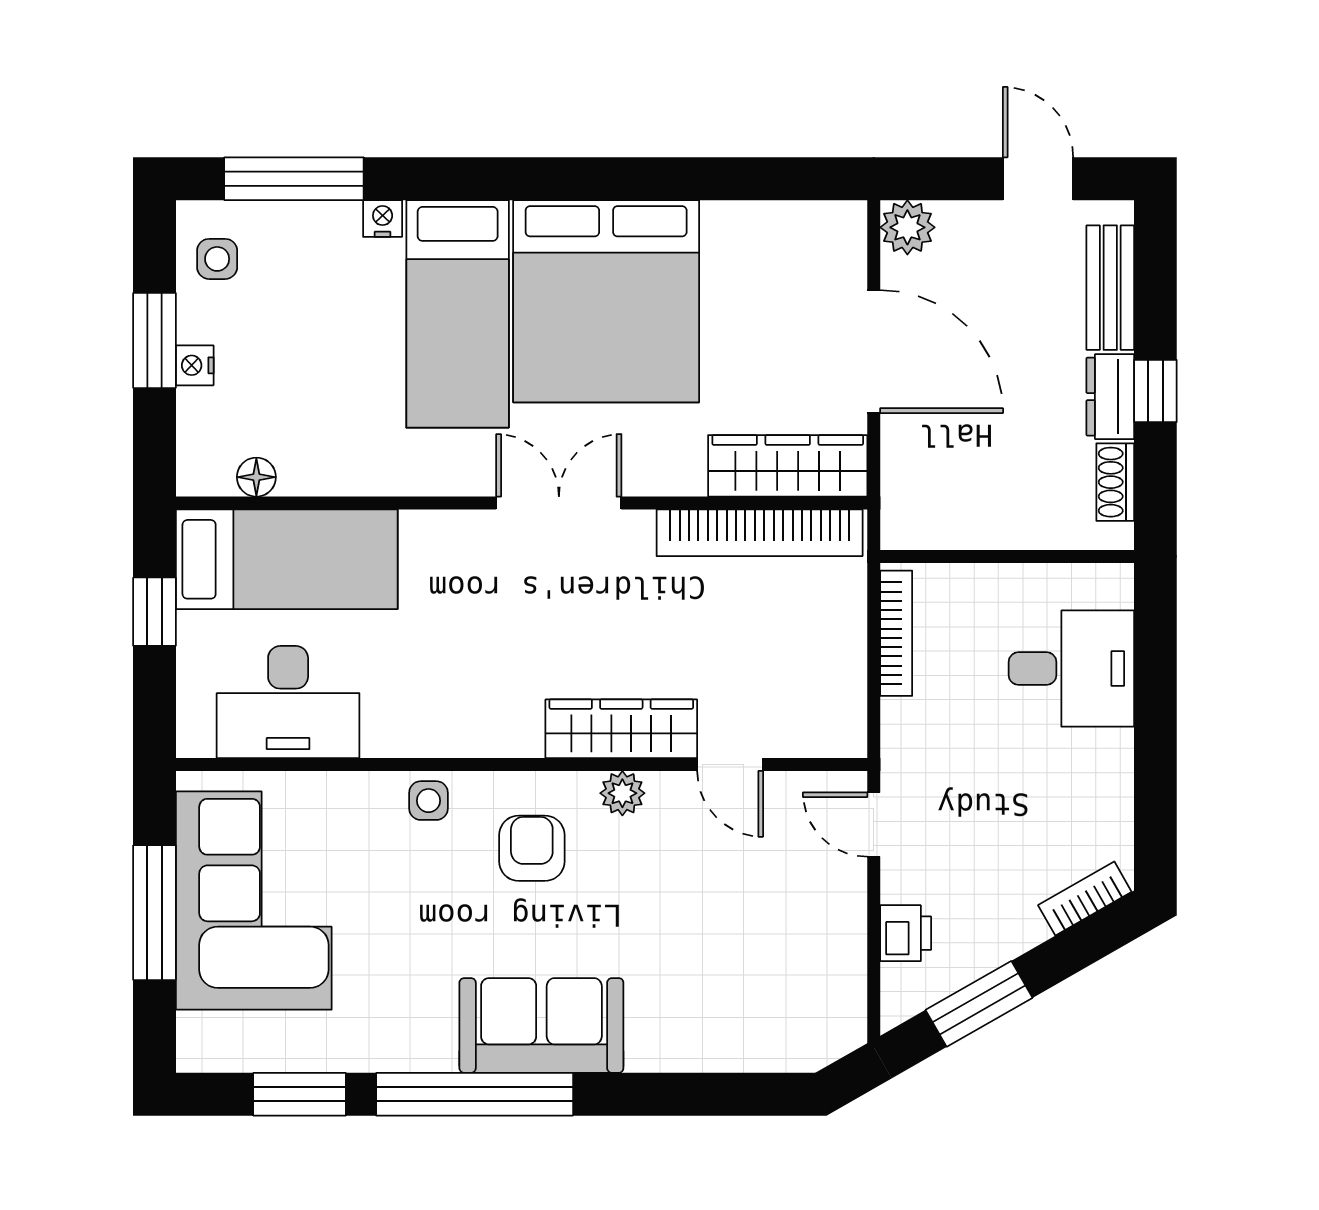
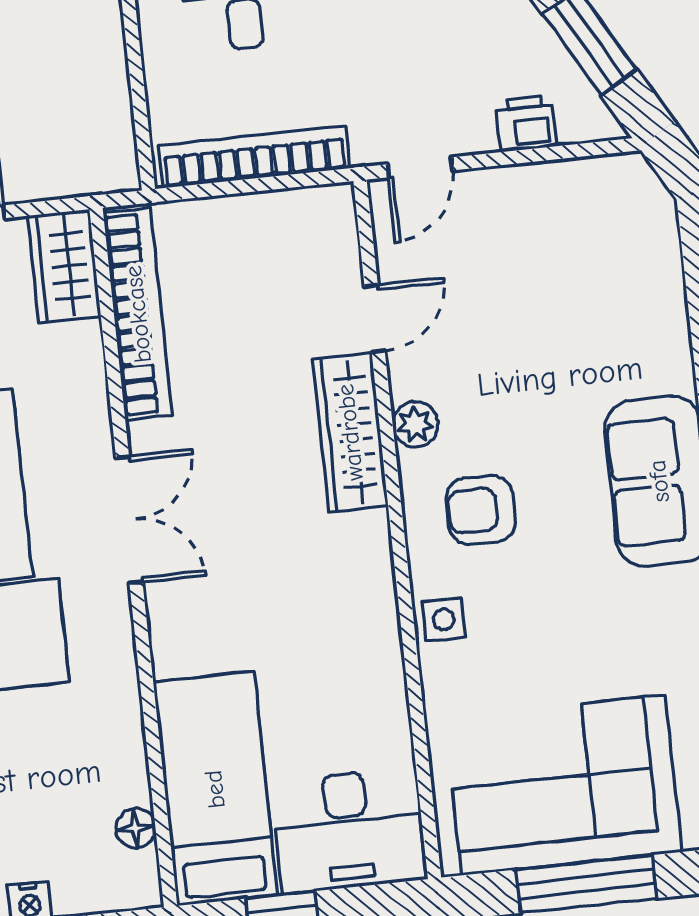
wardrobe: (788, 466) -> (64, 266), width x0.67
double door: (559, 503) -> (129, 520), swing flipped
bookcase: (896, 633) -> (254, 157), width x1.48, depth x1.31
desk: (288, 702) -> (348, 830), moved, turned 90

